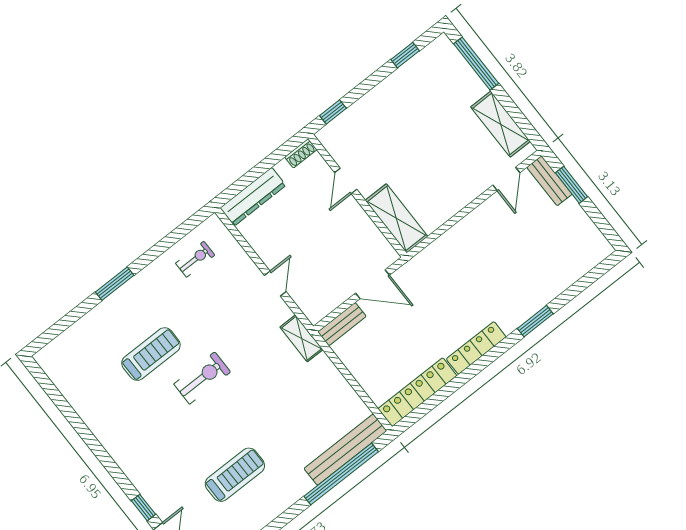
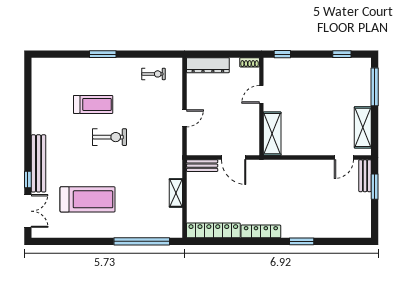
shelving: (301, 338) -> (176, 193), moved
bench: (345, 450) -> (39, 163), moved, turned 90
treadmill: (235, 475) -> (88, 199), width x1.37, depth x1.38

